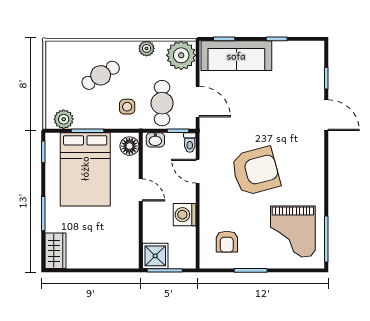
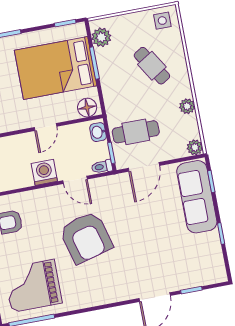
plant: (181, 55) -> (195, 147), width x0.53, depth x0.53
side table: (127, 107) -> (162, 21), moved
door: (198, 171) -> (75, 180), swing flipped
washing machine: (185, 215) -> (44, 172), moved

